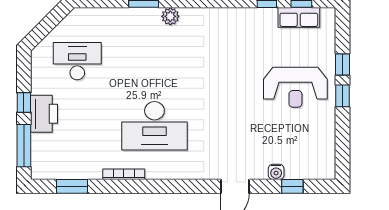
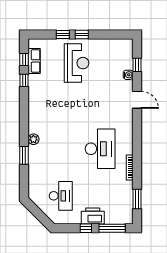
desk: (77, 61) -> (61, 196), turned 180

